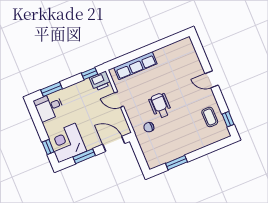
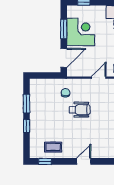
corner desk: (67, 143) -> (81, 32), moved
window: (199, 153) -> (27, 126), added

